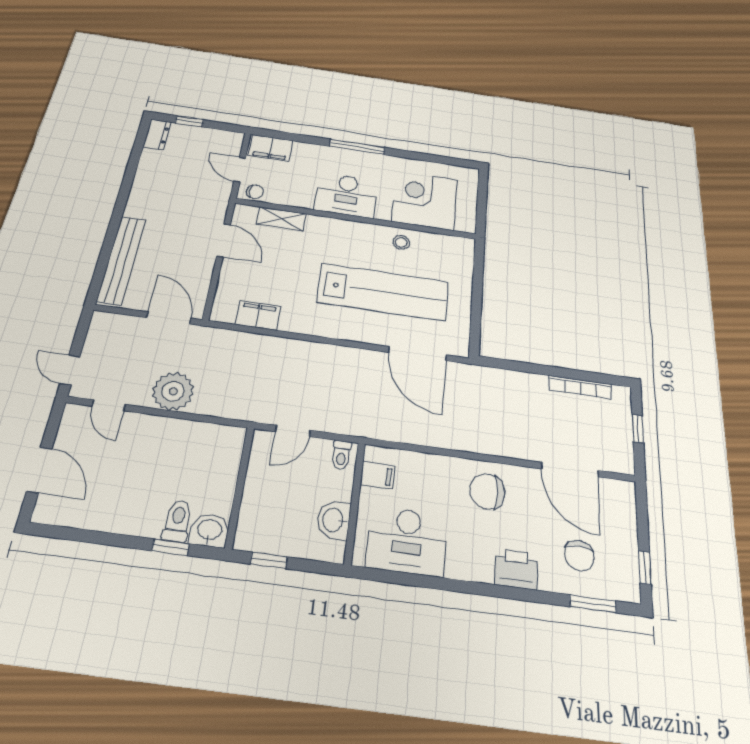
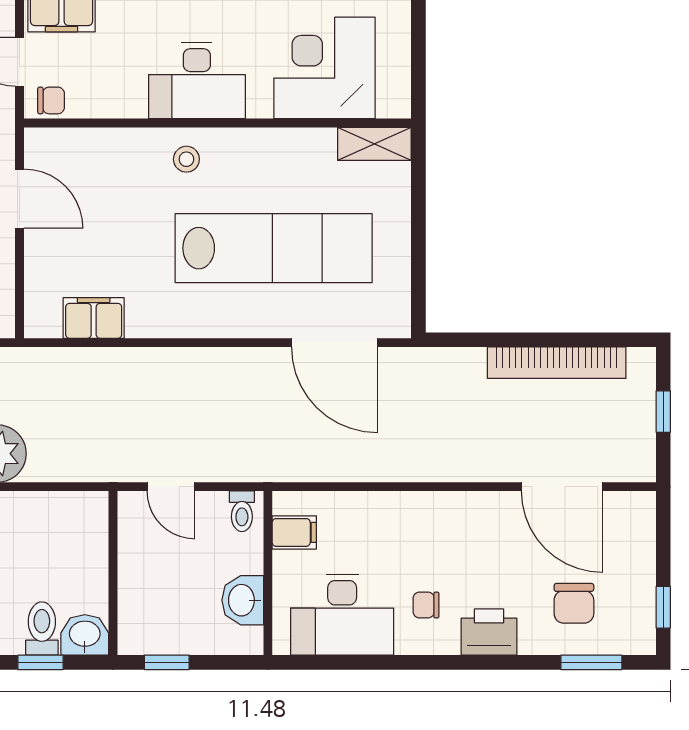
shelving: (281, 219) -> (374, 144), moved
stool: (401, 242) -> (186, 159), moved
bookcase: (580, 387) -> (557, 363), width x1.48, depth x1.31
door: (293, 431) -> (171, 487), hinge flipped
chair: (487, 491) -> (426, 605), moved, width x0.54, depth x0.54

